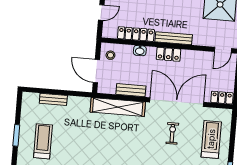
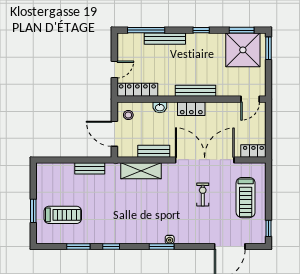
locker: (136, 34) -> (137, 90), moved
bench: (53, 99) -> (90, 168), moved
shelving: (118, 107) -> (141, 171), width x0.68
treadmill: (211, 139) -> (246, 198), turned 180
treadmill: (43, 141) -> (63, 215), turned 90

